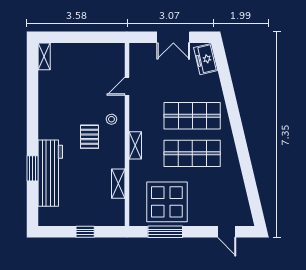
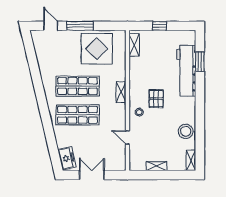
shelving: (89, 49) -> (156, 166), added
door: (127, 86) -> (127, 137), swing flipped
stool: (51, 94) -> (186, 131), added
window: (32, 168) -> (200, 62), moved
shelving: (118, 184) -> (134, 45), moved
window: (165, 232) -> (80, 26), moved

